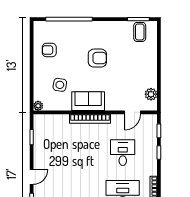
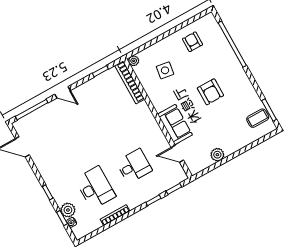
plant: (151, 94) -> (217, 155), moved
sofa: (88, 101) -> (175, 125), moved
bookcase: (90, 119) -> (130, 82), moved

